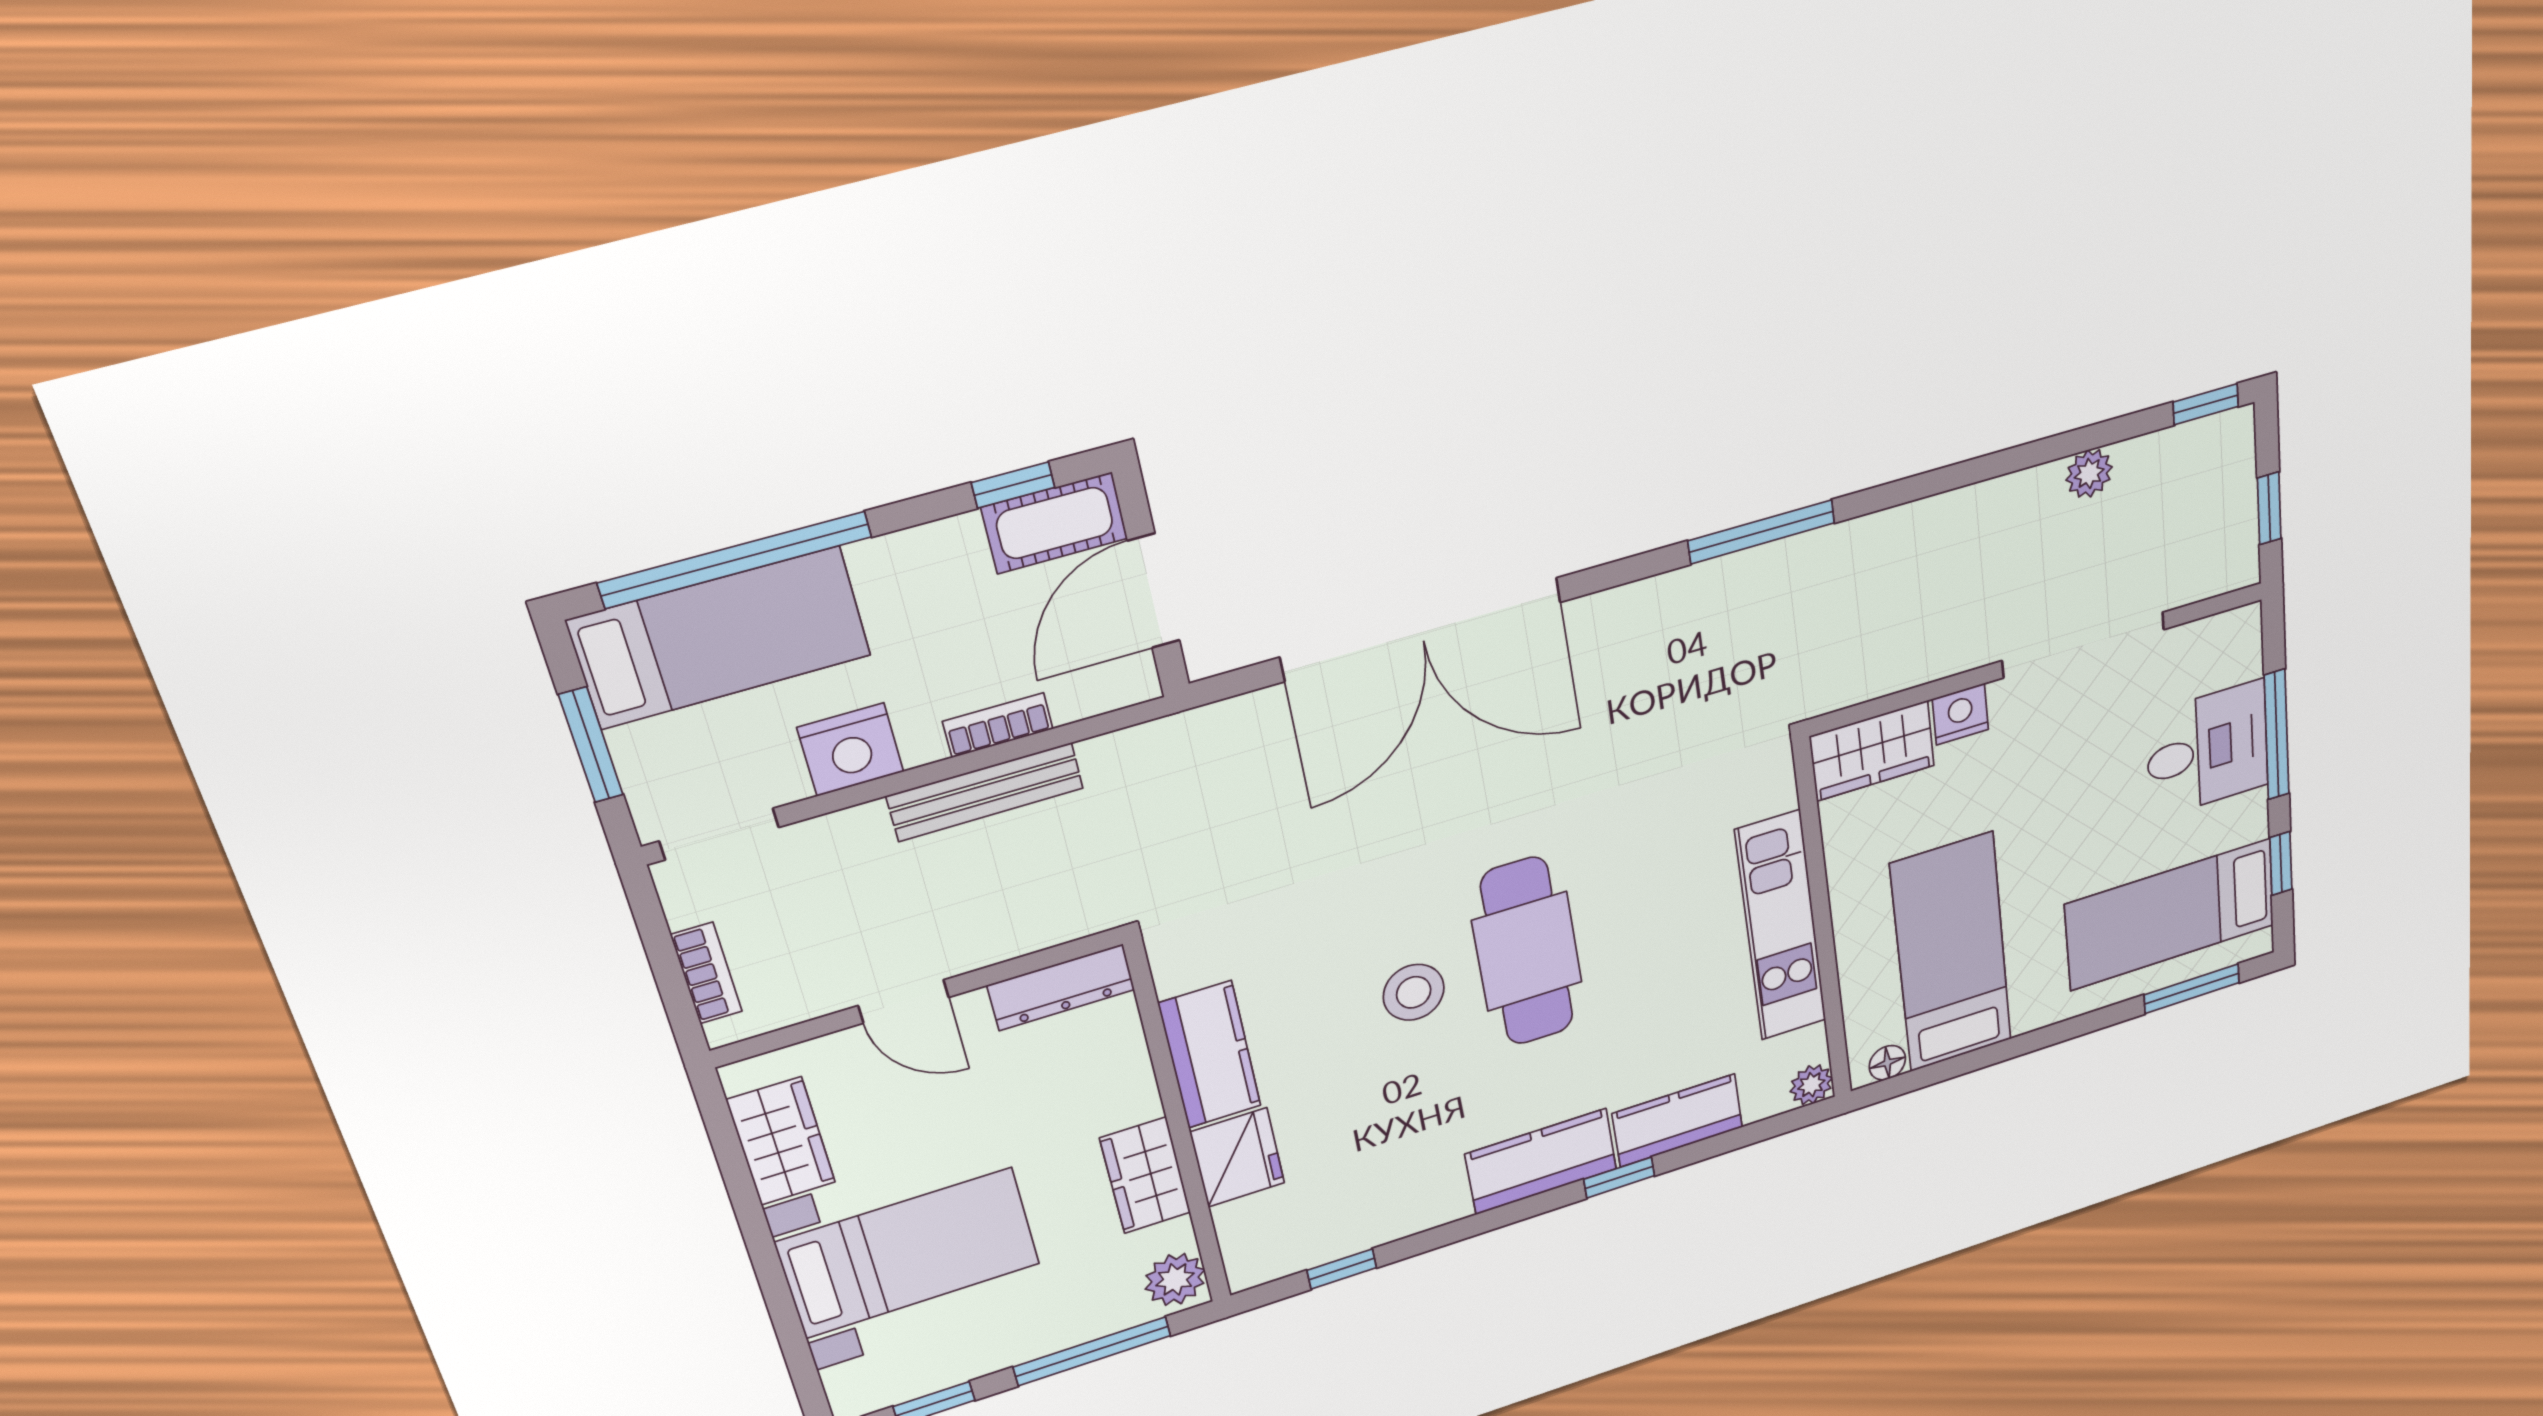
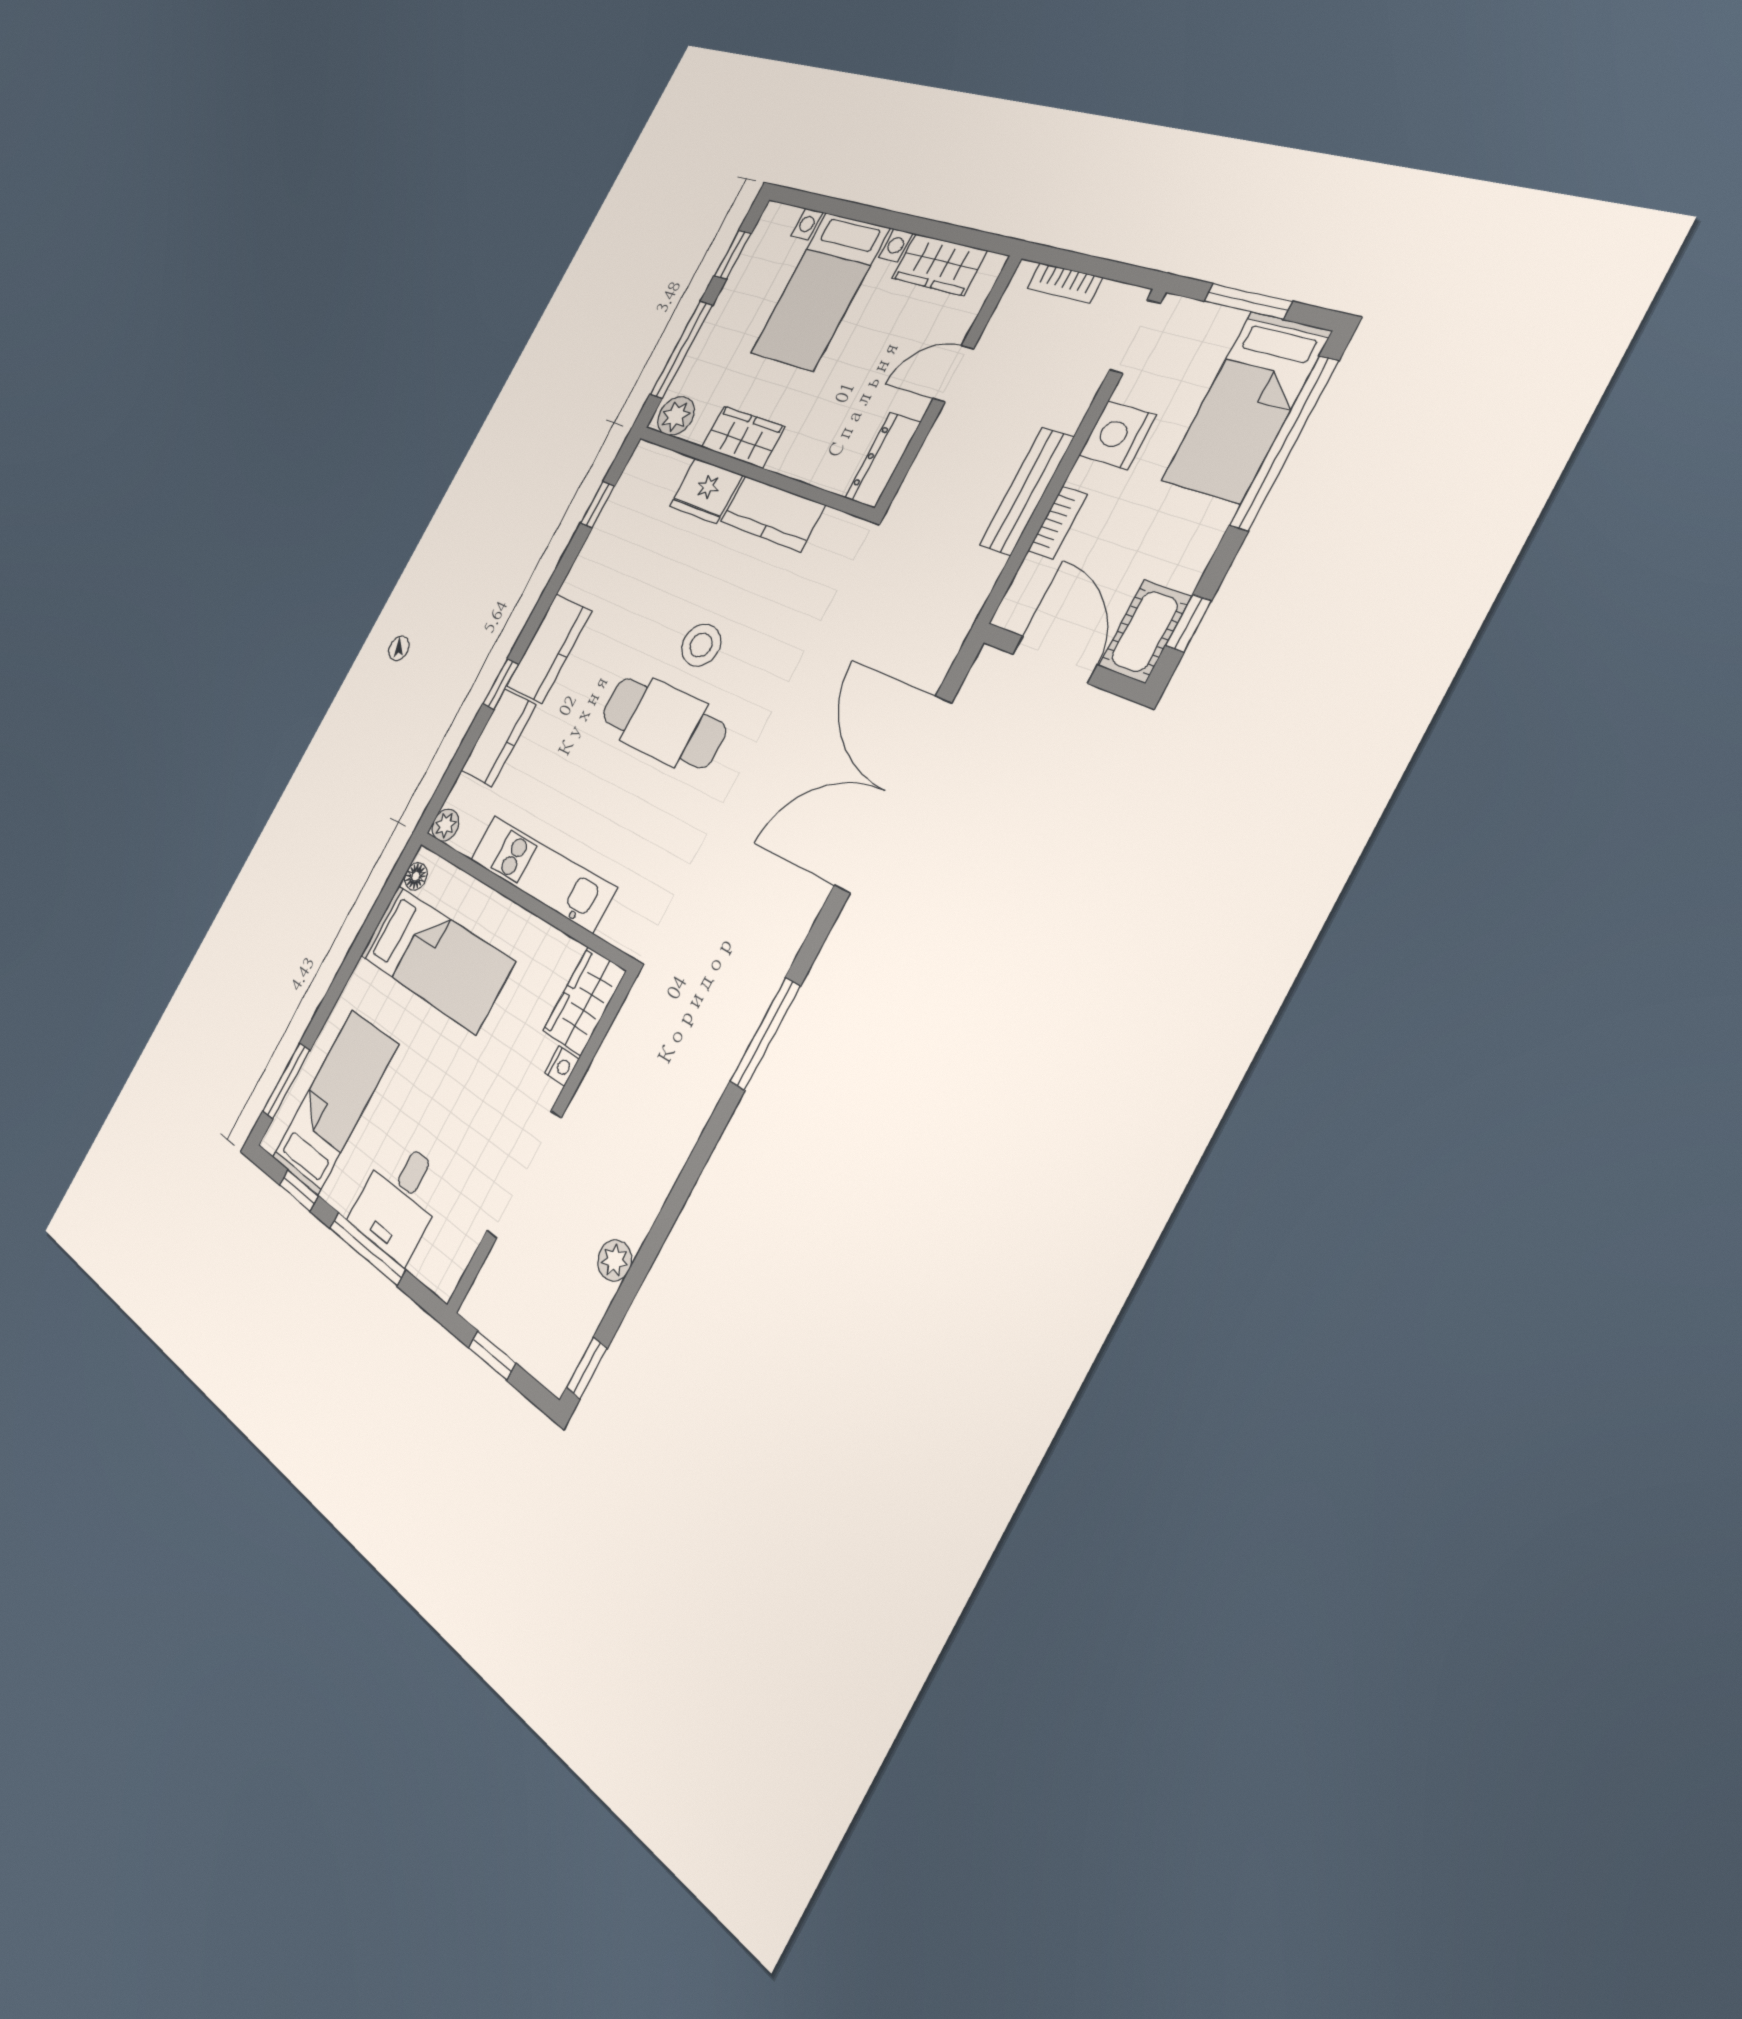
nightstand: (1960, 714) -> (562, 1066), width x0.72, depth x0.74

